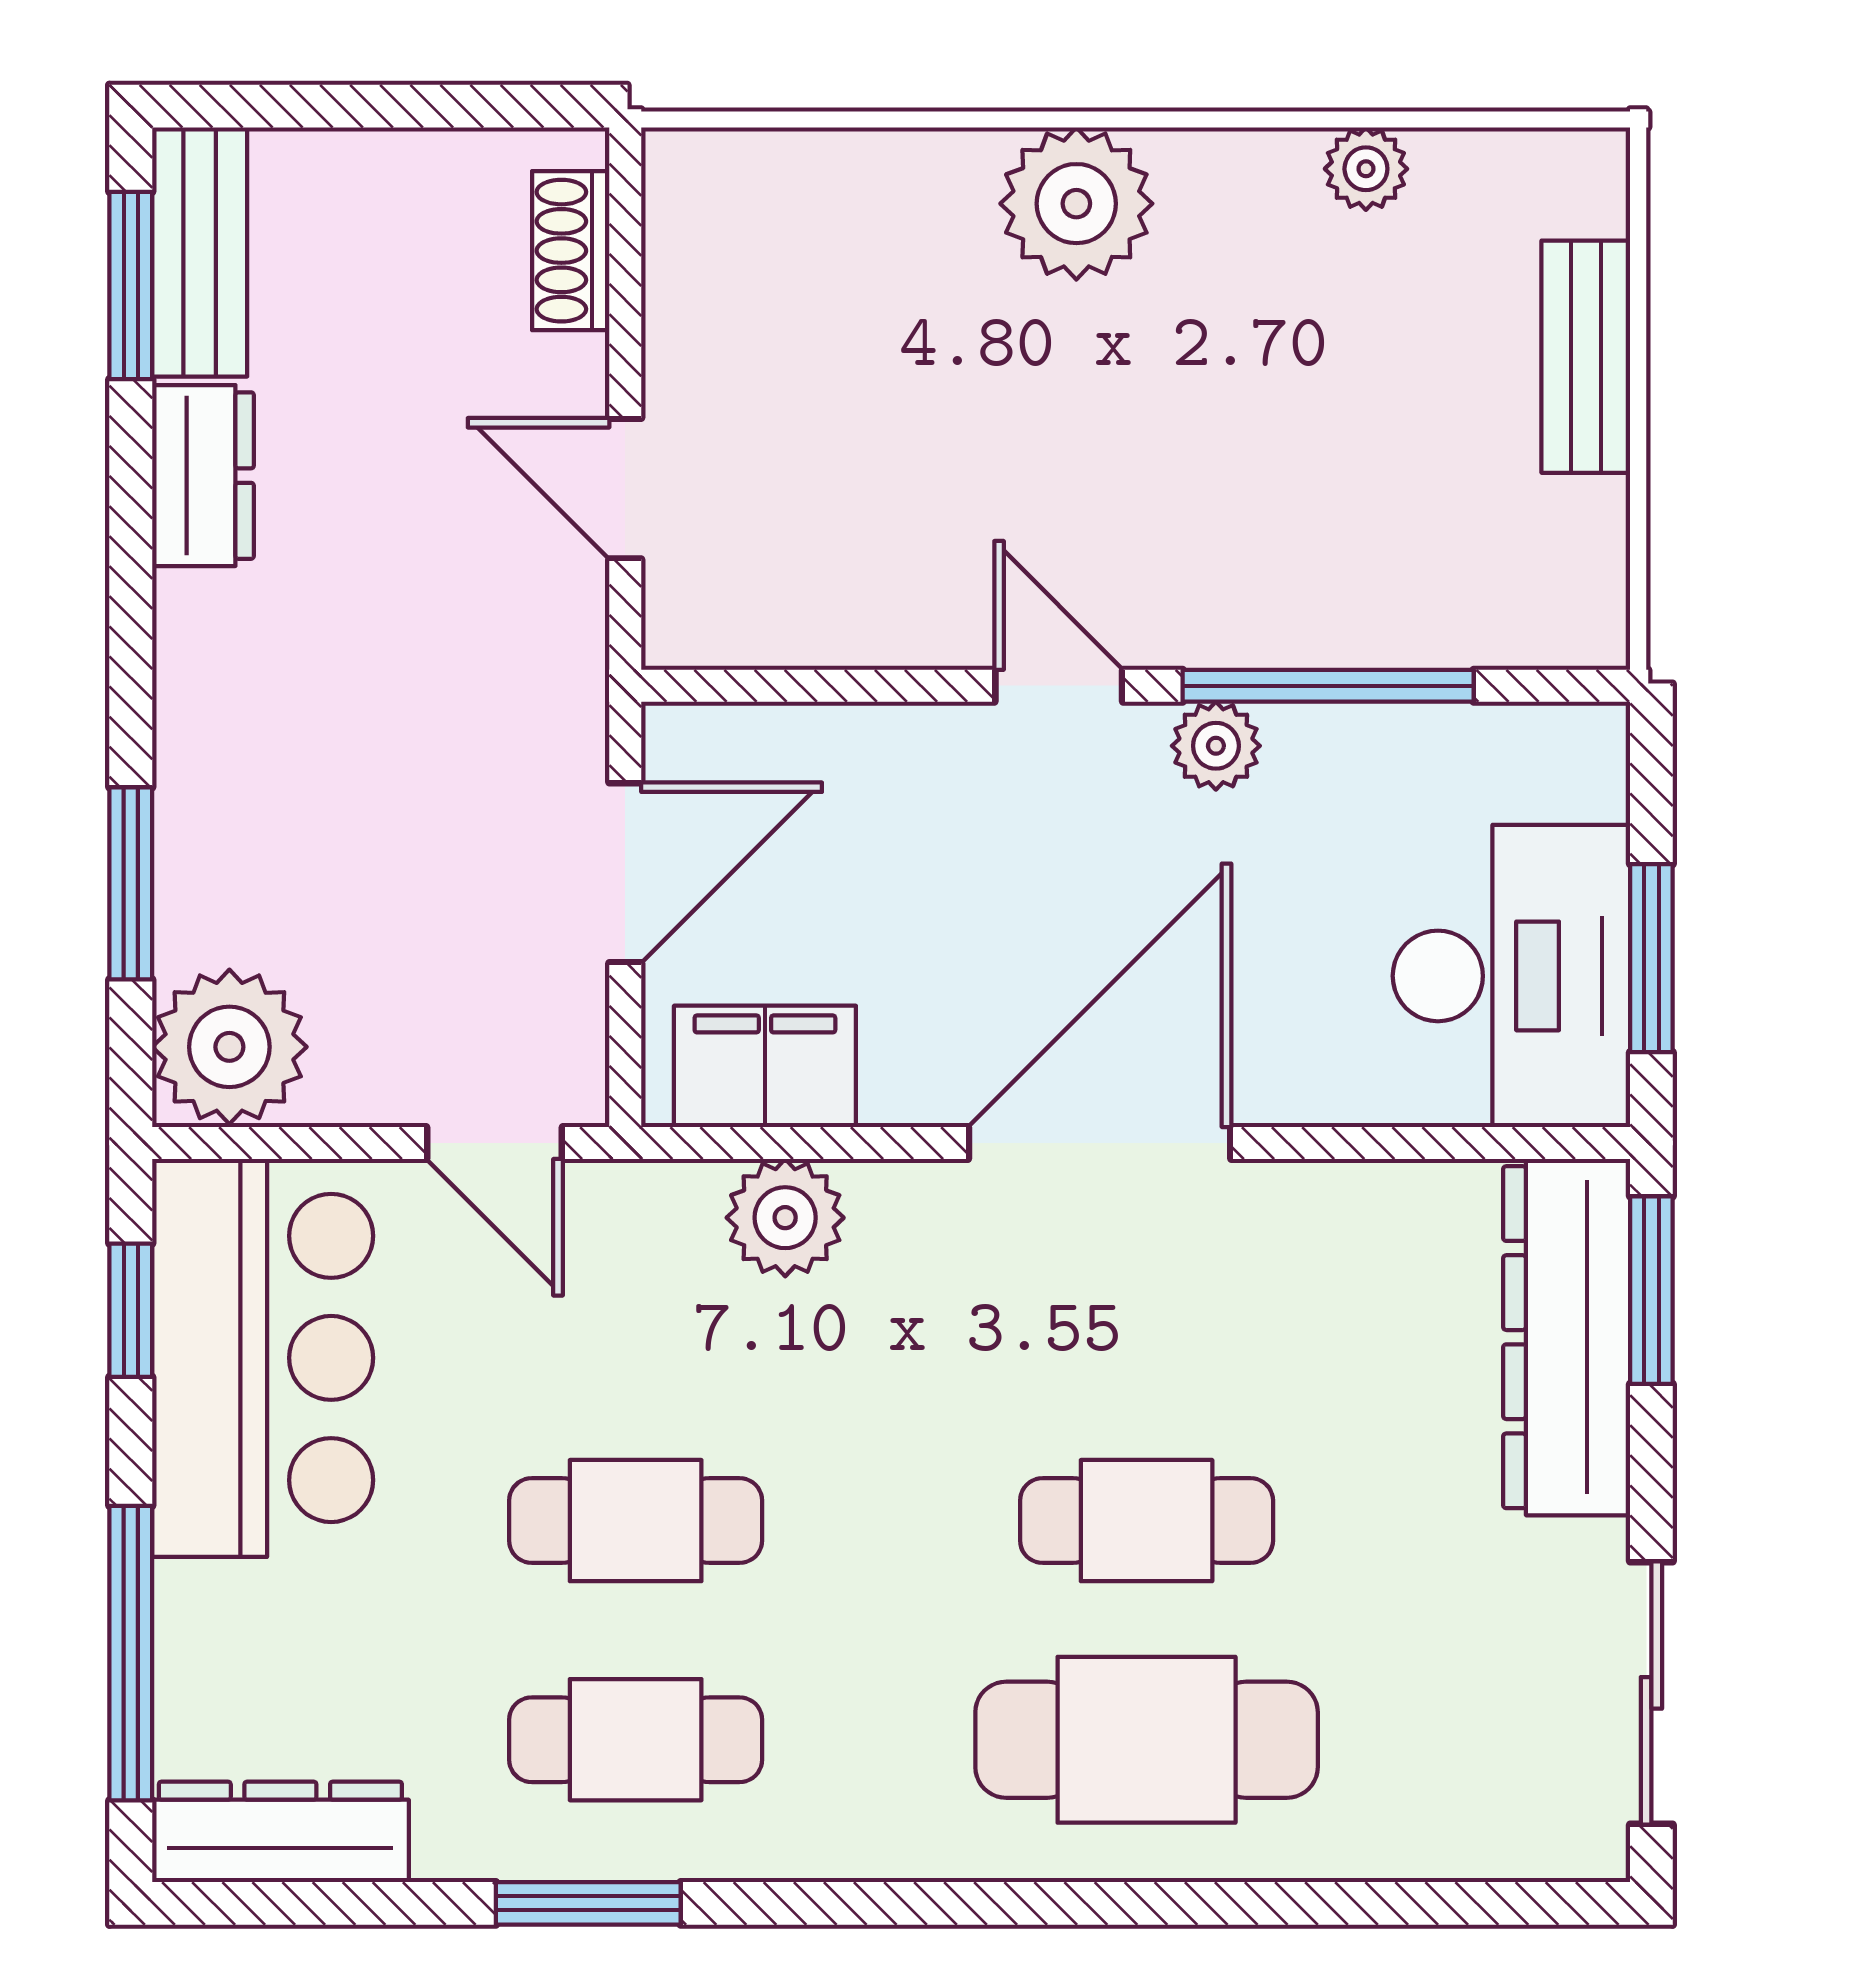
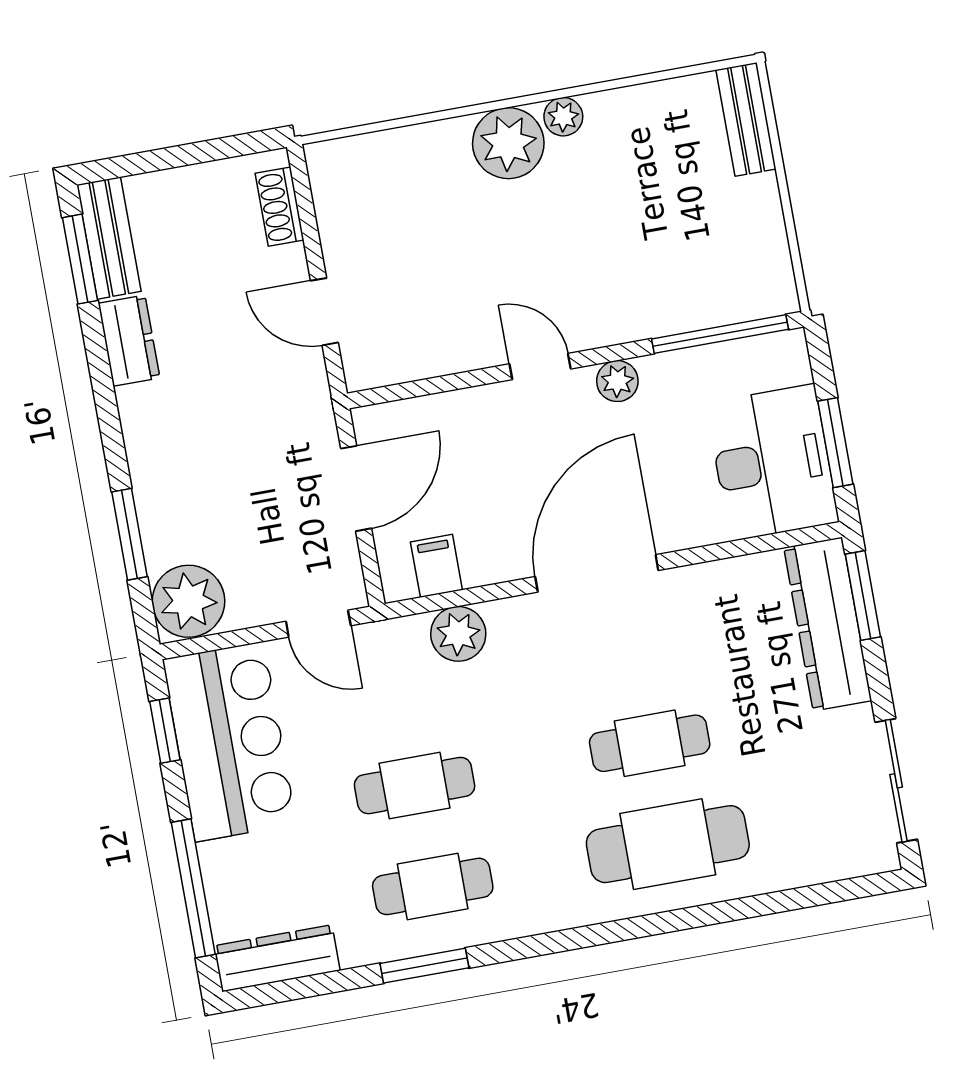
plant: (1366, 169) -> (563, 117), moved
bench: (1586, 357) -> (746, 119), moved
window: (1328, 686) -> (720, 334), moved
filing cabinet: (765, 1066) -> (436, 566), width x0.50

